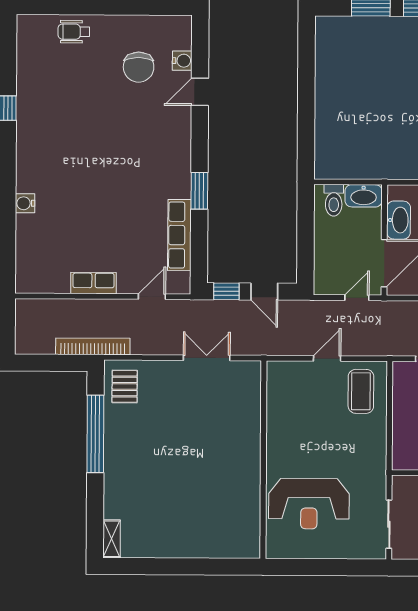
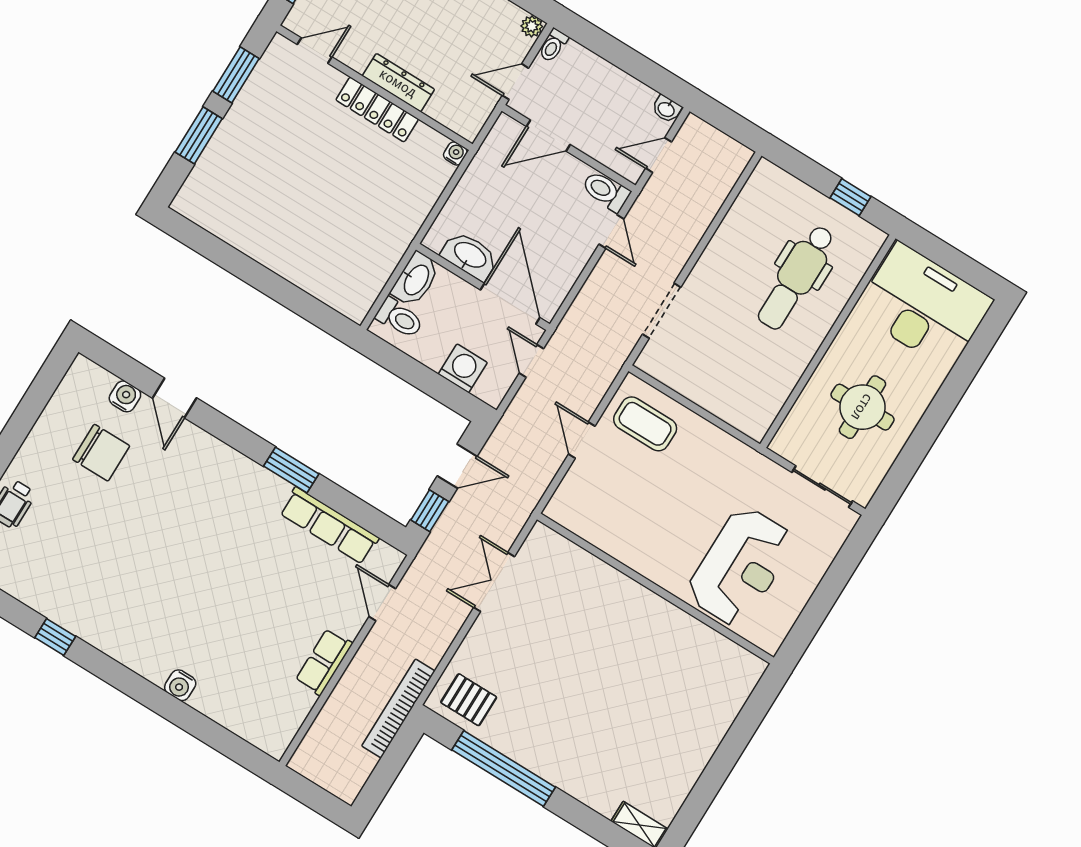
washing machine: (327, 258) -> (463, 368), added

